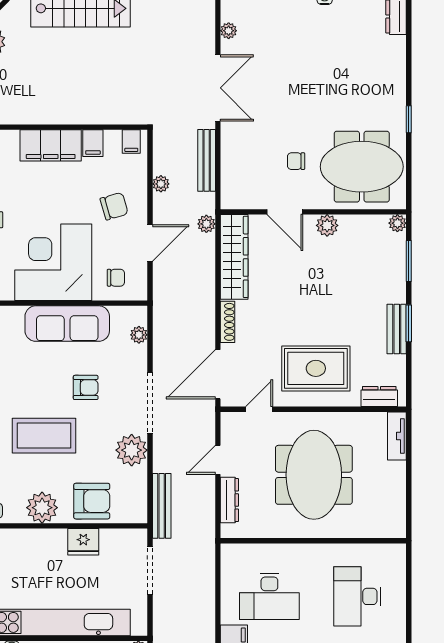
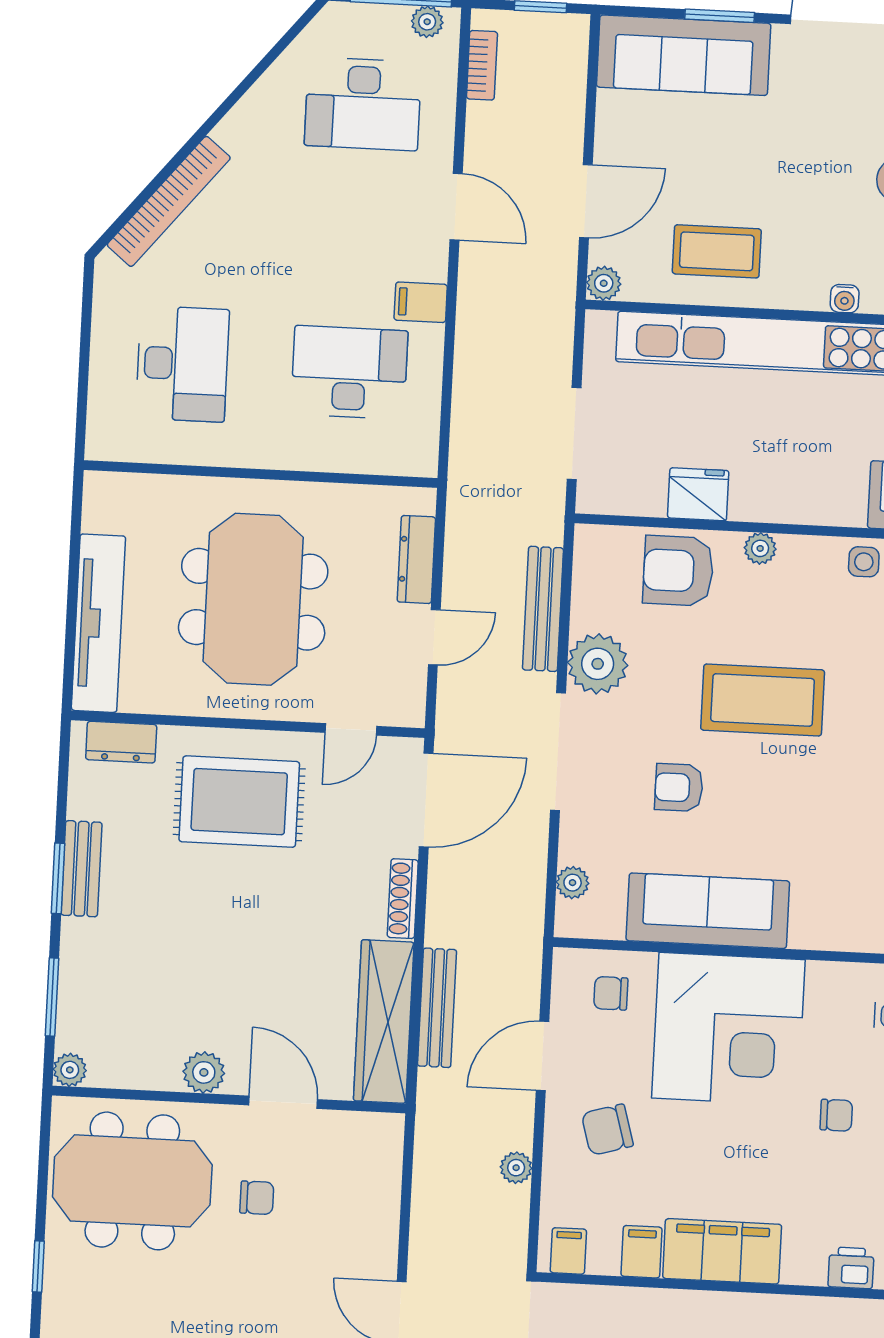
bench: (207, 160) -> (437, 1008), moved
plant: (206, 224) -> (433, 1087), removed
tv unit: (397, 436) -> (98, 623), width x1.92, depth x1.29
bench: (162, 506) -> (543, 609), moved
plant: (42, 508) -> (760, 548), width x0.53, depth x0.53

